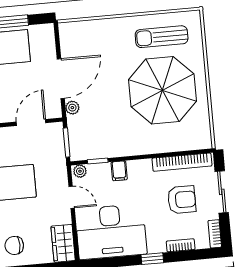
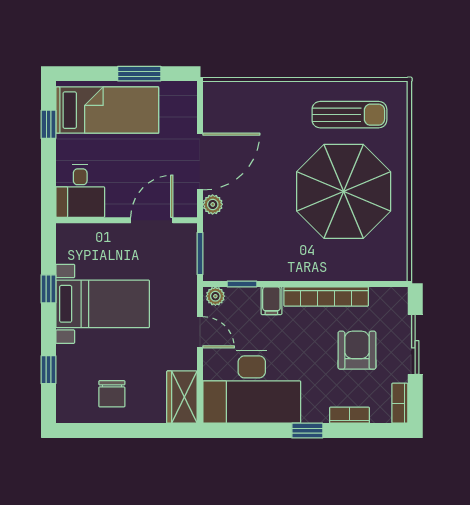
sun lounger: (162, 37) -> (349, 115), turned 180
bookcase: (182, 162) -> (326, 297), moved
armchair: (182, 200) -> (357, 350), turned -90
chair: (14, 245) -> (112, 394), turned -90

